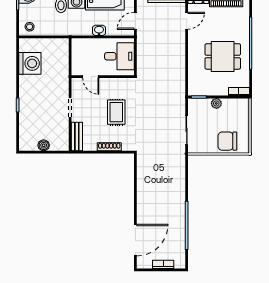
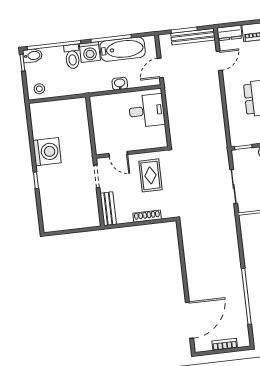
washing machine: (30, 63) -> (47, 152), moved
door: (91, 77) -> (118, 154), moved
wall: (103, 77) -> (132, 153), moved
boiler: (44, 145) -> (71, 223), removed

